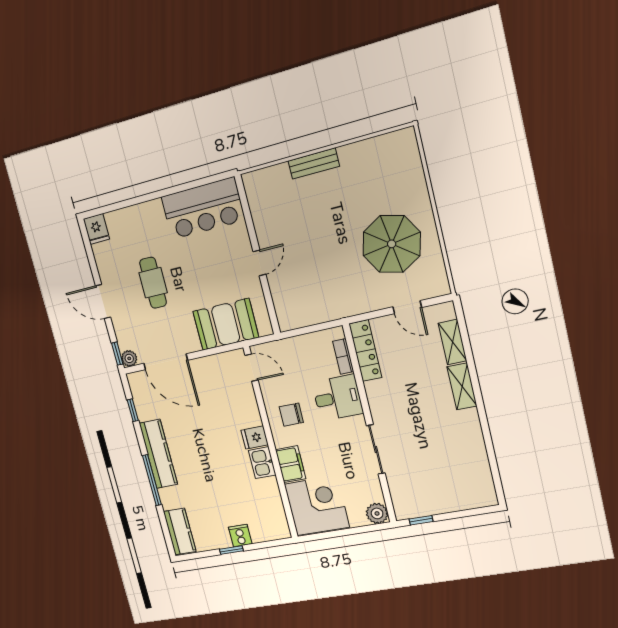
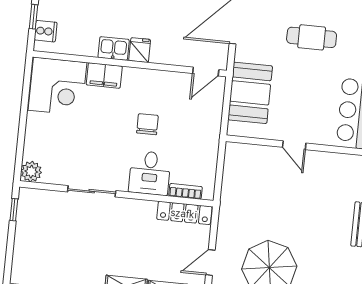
door: (252, 368) -> (206, 72), moved
fridge: (255, 438) -> (140, 50), moved
wall: (271, 443) -> (130, 64), moved
kitchen sink: (262, 463) -> (114, 48), moved
filing cabinet: (291, 464) -> (104, 76), moved
corner desk: (317, 506) -> (58, 86), moved

